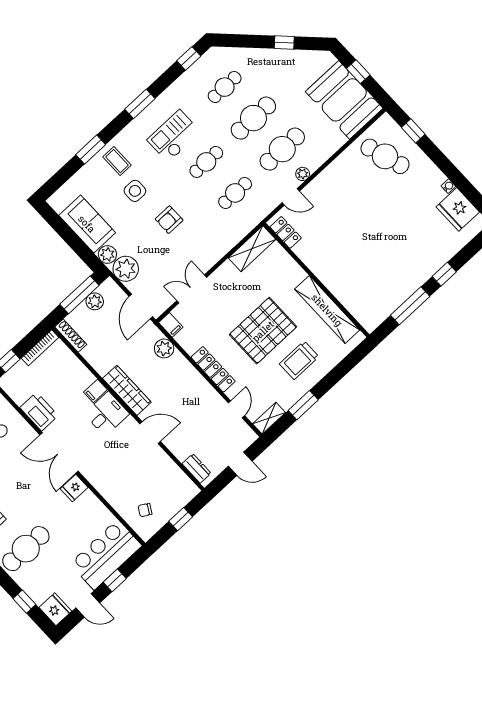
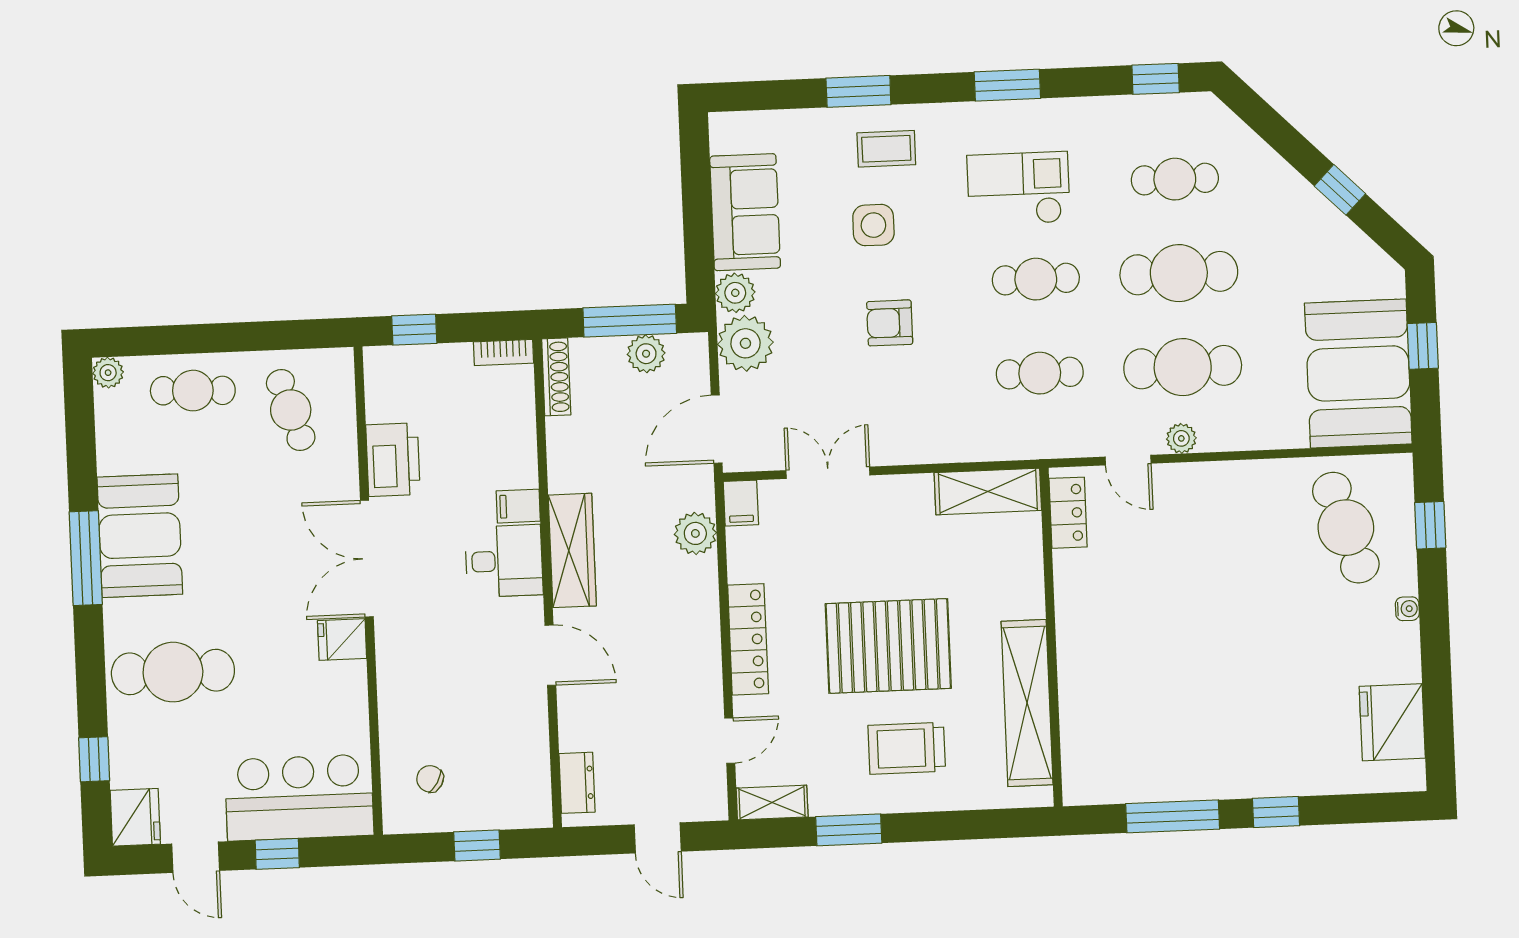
coffee table: (117, 161) -> (886, 149), turned 90
water cooler: (448, 186) -> (1407, 609), moved
bookcase: (40, 348) -> (504, 352), width x0.64

